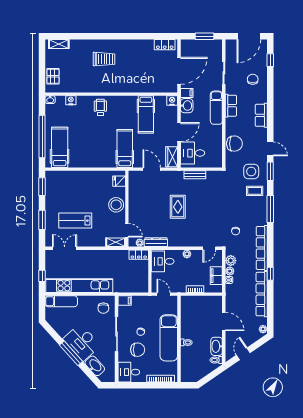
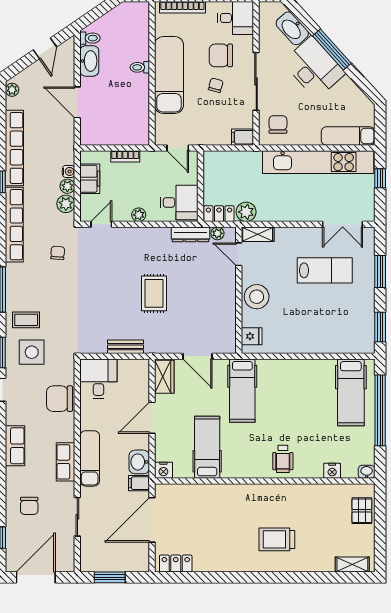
desk: (193, 153) -> (98, 379), moved, turned -90
plant: (122, 256) -> (246, 212), added

